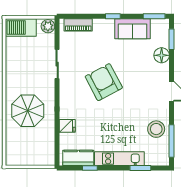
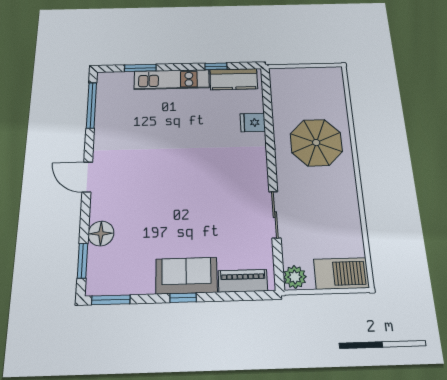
sofa: (132, 29) -> (186, 276), moved
armchair: (104, 82) -> (197, 188), removed
stool: (156, 129) -> (114, 121), removed

